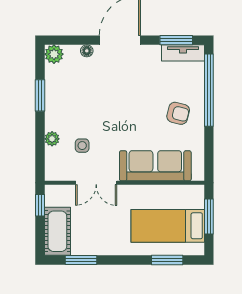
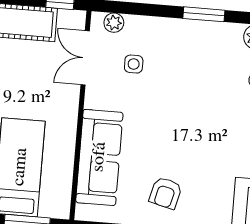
plant: (52, 139) -> (114, 23), moved
double door: (96, 183) -> (85, 58), moved

